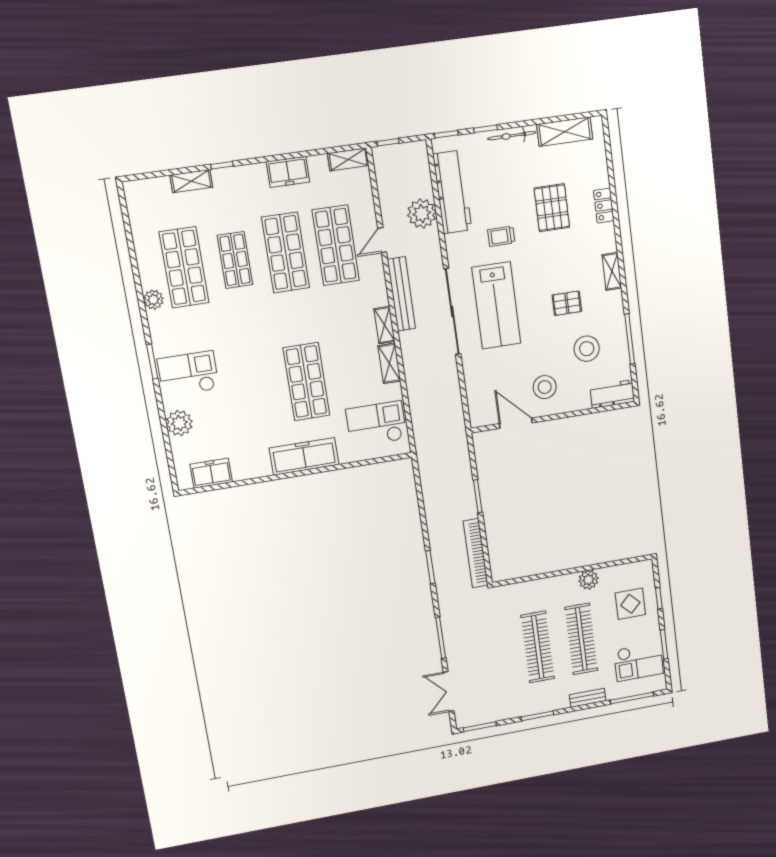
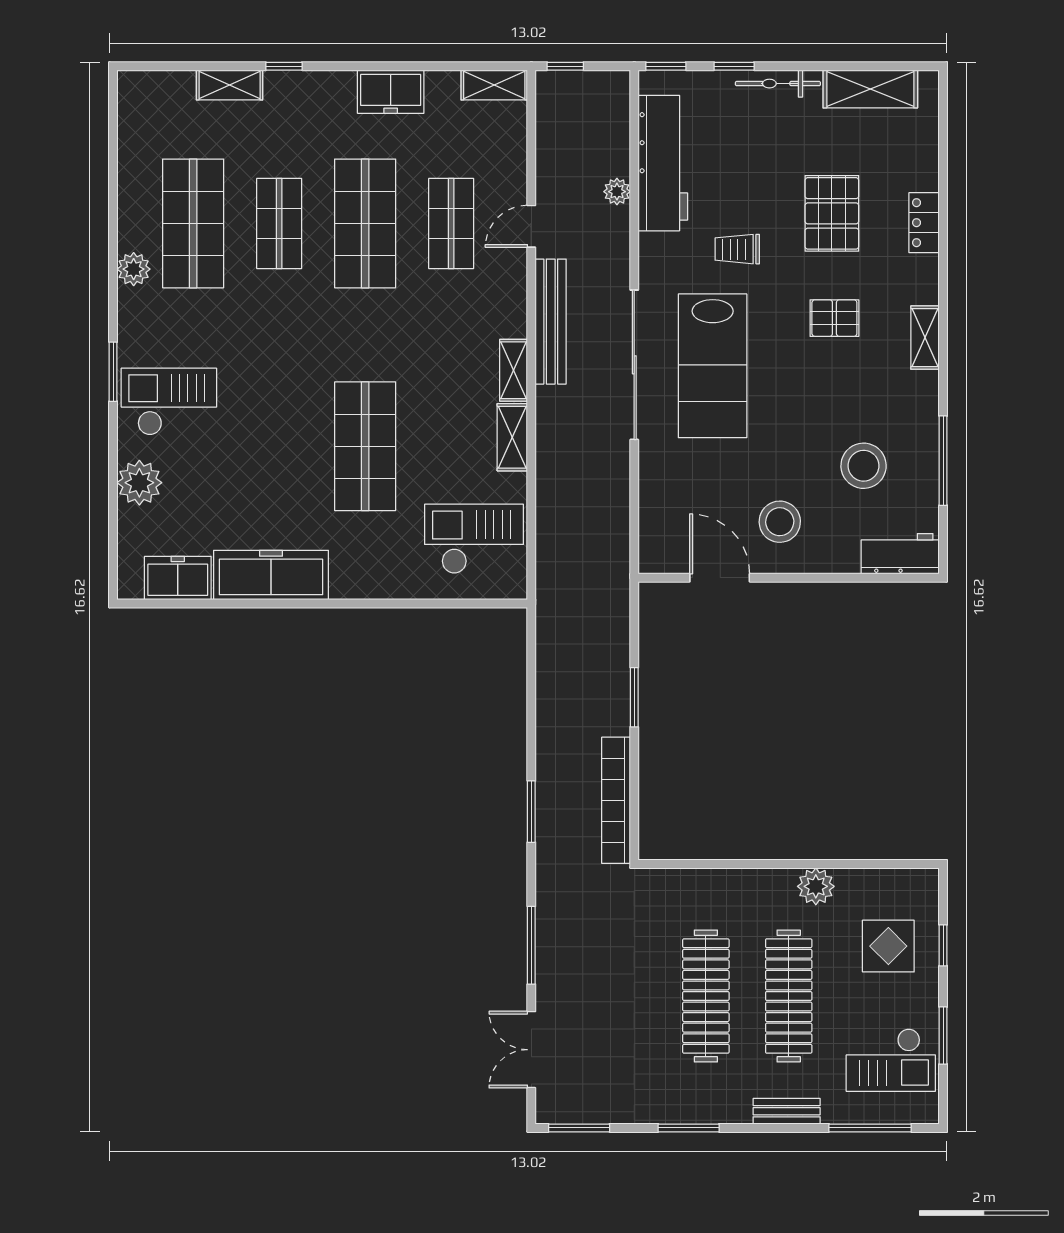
plant: (422, 214) -> (617, 192), width x0.53, depth x0.53
shop shelf: (336, 245) -> (451, 223), width x0.70, depth x0.74
pallet: (567, 303) -> (834, 318), moved
freezer: (304, 456) -> (271, 575), moved

